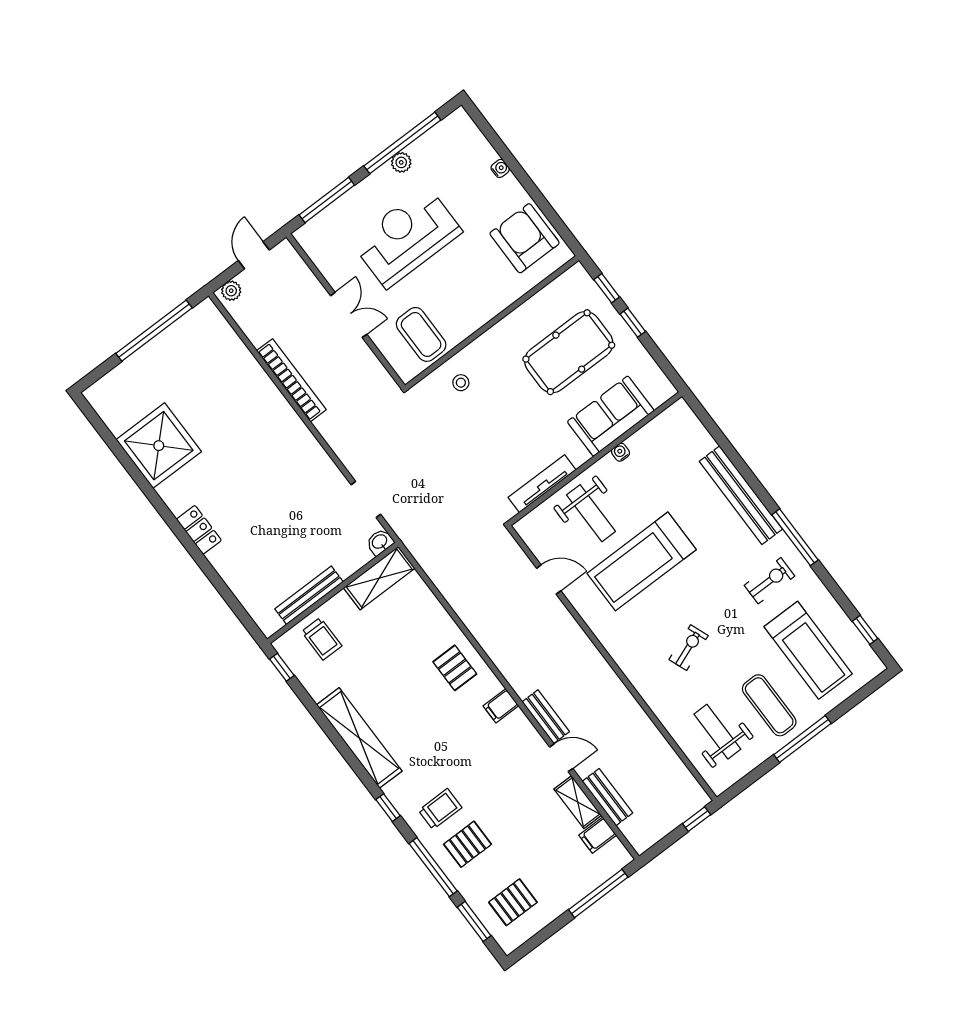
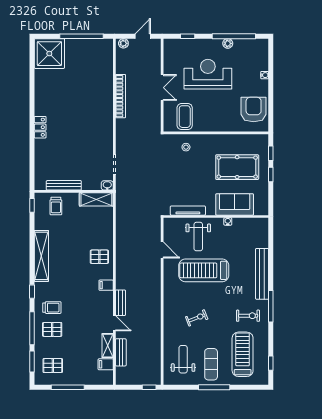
window: (327, 200) -> (188, 36), width x0.46
shower: (159, 446) -> (49, 54), moved
treadmill: (808, 650) -> (243, 354), turned 180
pallet: (455, 668) -> (99, 257), turned 90
window: (598, 893) -> (68, 387), moved

